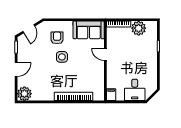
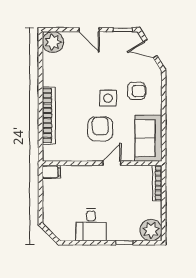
plant: (139, 28) -> (151, 230), moved
armchair: (82, 62) -> (100, 129), added
desk: (135, 90) -> (91, 225), moved, turned -90

